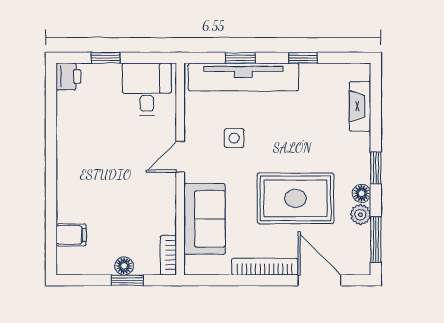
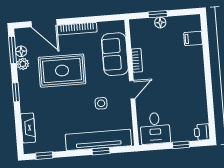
window: (303, 58) -> (44, 156), moved
floor lamp: (362, 193) -> (21, 51), moved
bookcase: (168, 255) -> (137, 60), moved

